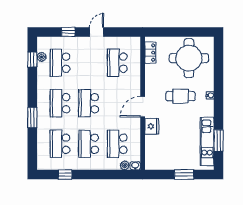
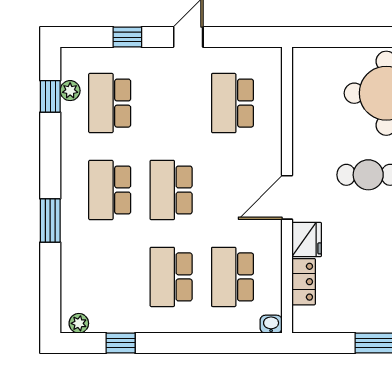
locker: (150, 53) -> (304, 282), moved
school desk: (60, 144) -> (110, 277), removed
plant: (125, 165) -> (79, 323), moved

